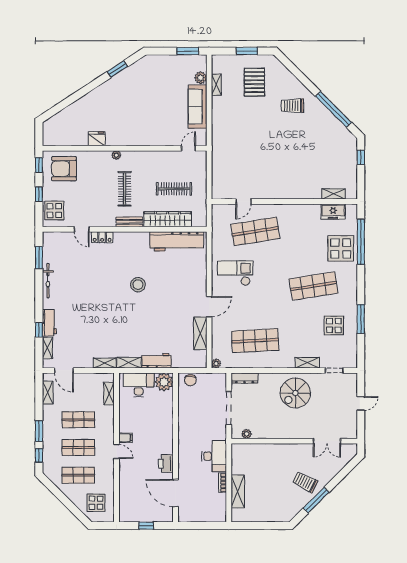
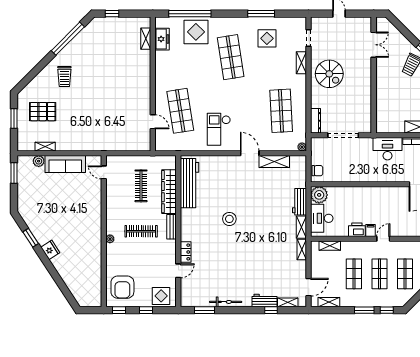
fridge: (97, 139) -> (50, 250), moved, turned 147
plant: (247, 434) -> (367, 119), removed
printer: (166, 464) -> (357, 230), moved, turned 180

